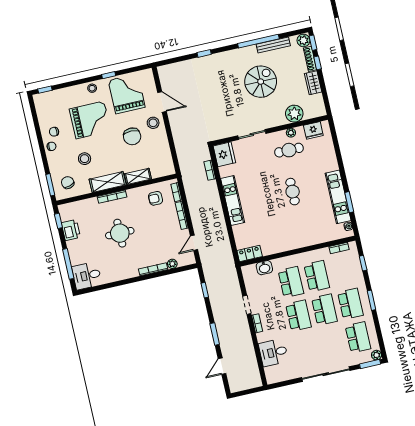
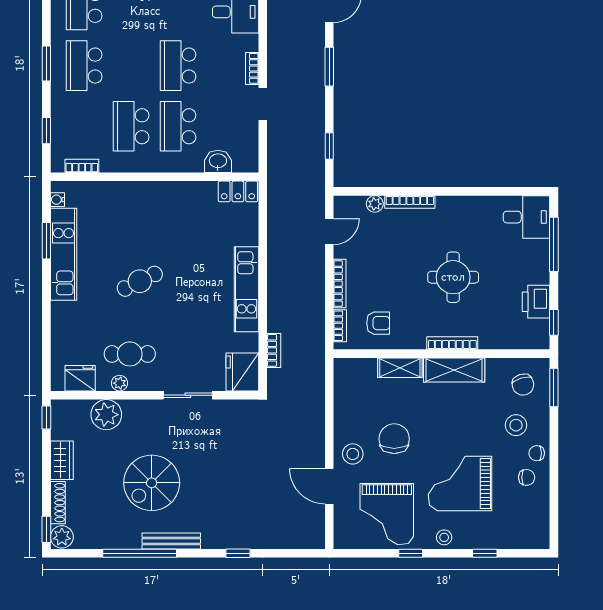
bench: (273, 45) -> (171, 541), moved
window: (318, 63) -> (46, 418), moved
window: (45, 90) -> (485, 553), moved
stool: (85, 159) -> (516, 425), moved
cafe table: (293, 192) -> (140, 281), turned 64
school desk: (324, 310) -> (131, 66), removed

